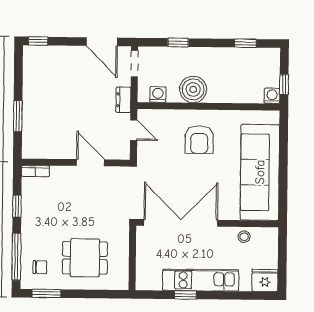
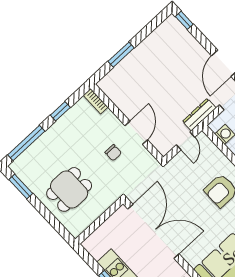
dresser: (123, 100) -> (199, 115), width x1.44
dining table: (85, 258) -> (69, 189), turned 90
chair: (40, 267) -> (113, 153), moved

